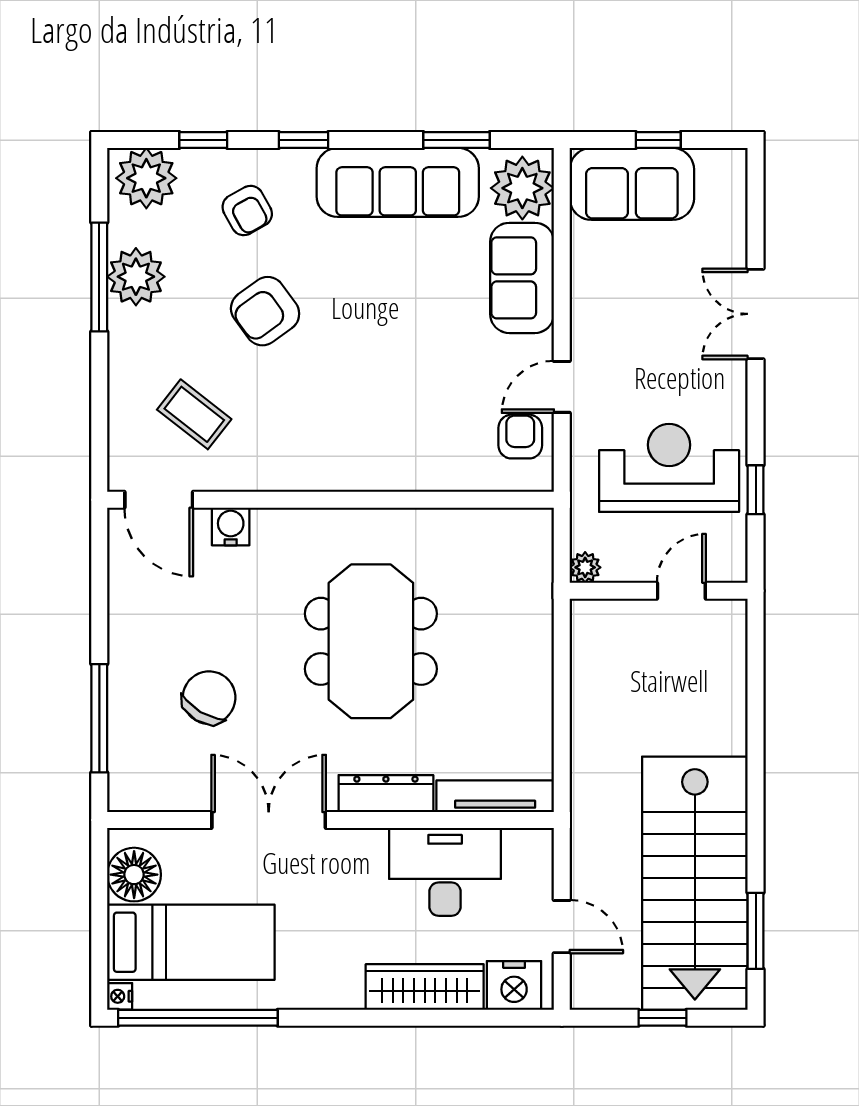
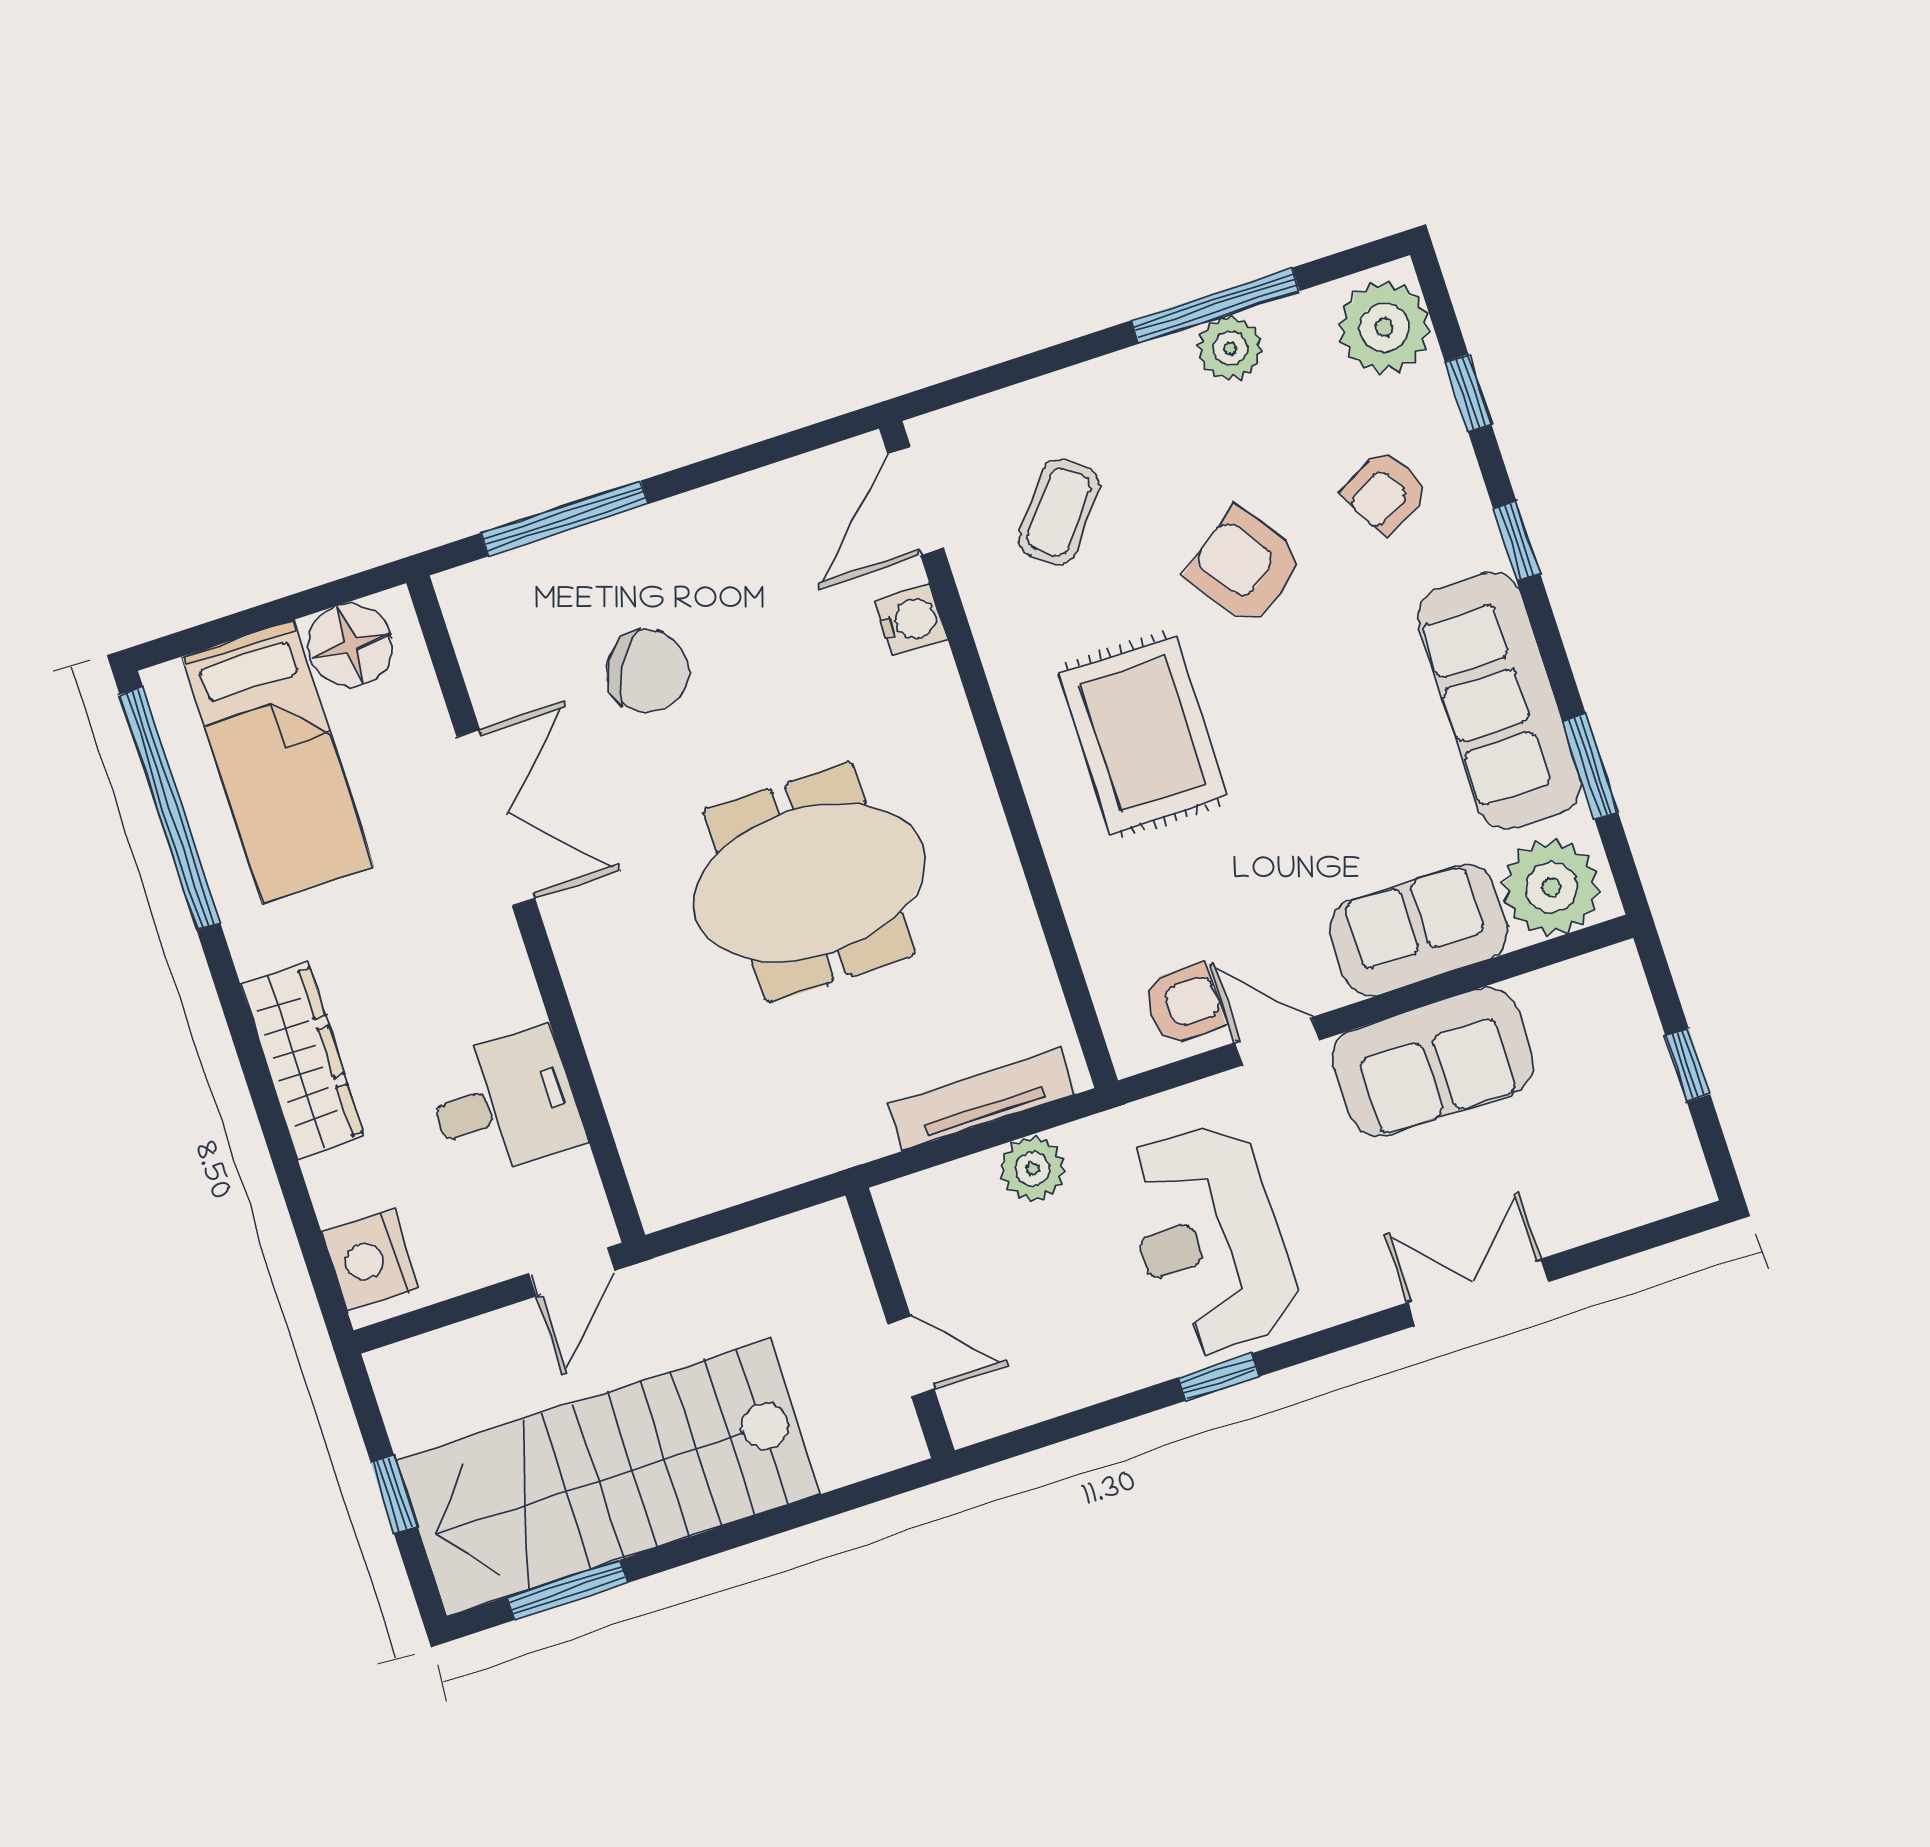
sofa: (632, 184) -> (1433, 1062), moved, turned -90
plant: (136, 277) -> (1230, 348), width x0.73, depth x0.73
rug: (347, 407) -> (1143, 734), added
reception desk: (669, 468) -> (1209, 1239), turned 180
plant: (585, 567) -> (1033, 1169), width x1.38, depth x1.38
wall: (659, 591) -> (900, 1323), moved
door: (681, 591) -> (911, 1356), moved
dresser: (386, 794) -> (591, 978), removed
tv unit: (495, 796) -> (981, 1099), moved, turned -90
desk: (445, 872) -> (504, 1103), width x0.73
door: (562, 927) -> (572, 1272), moved
wardrobe: (425, 987) -> (302, 1061), moved
nightstand: (120, 996) -> (164, 683), removed

